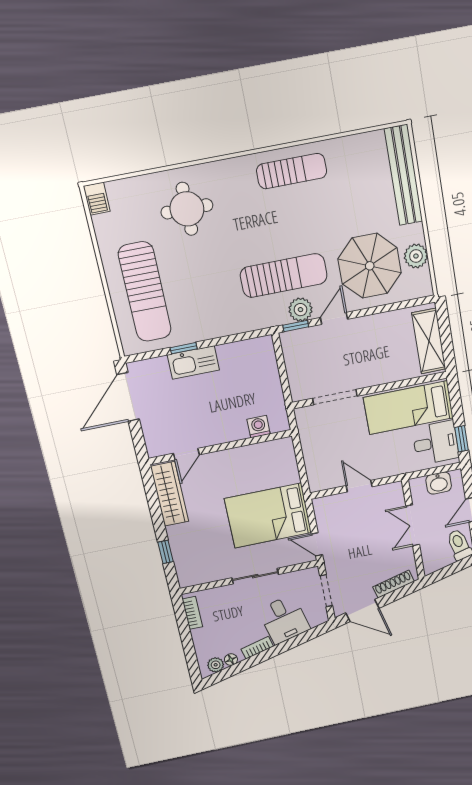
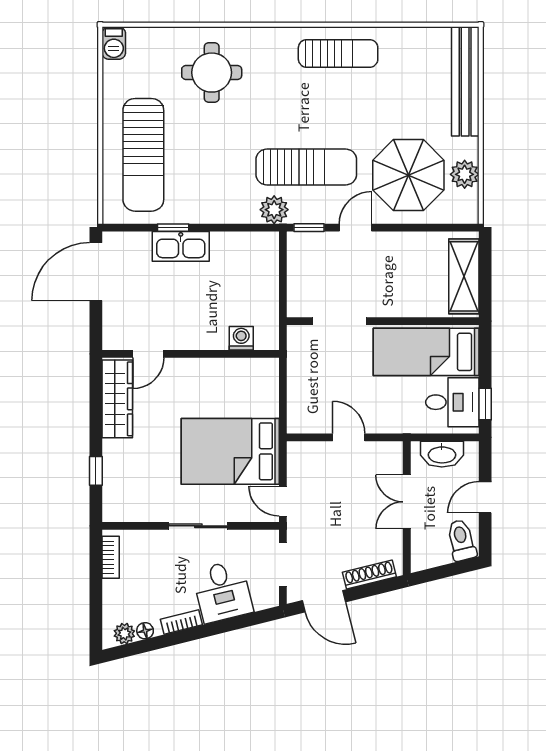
plant: (301, 310) -> (274, 210), moved
washbasin: (439, 483) -> (442, 454), width x1.38

